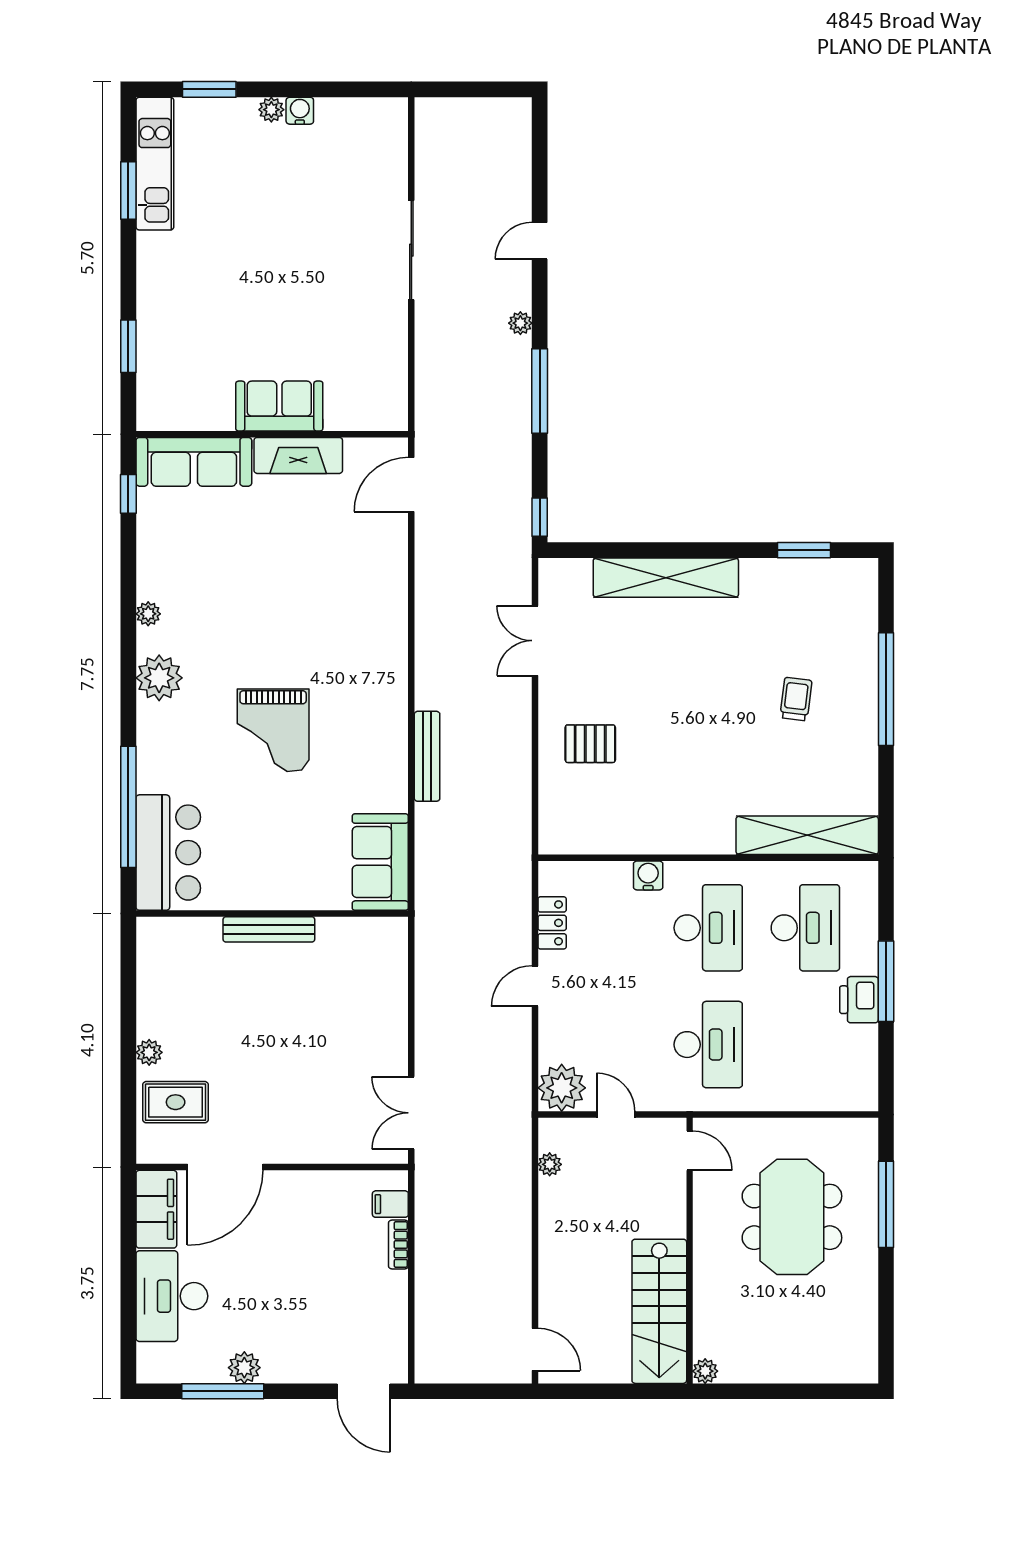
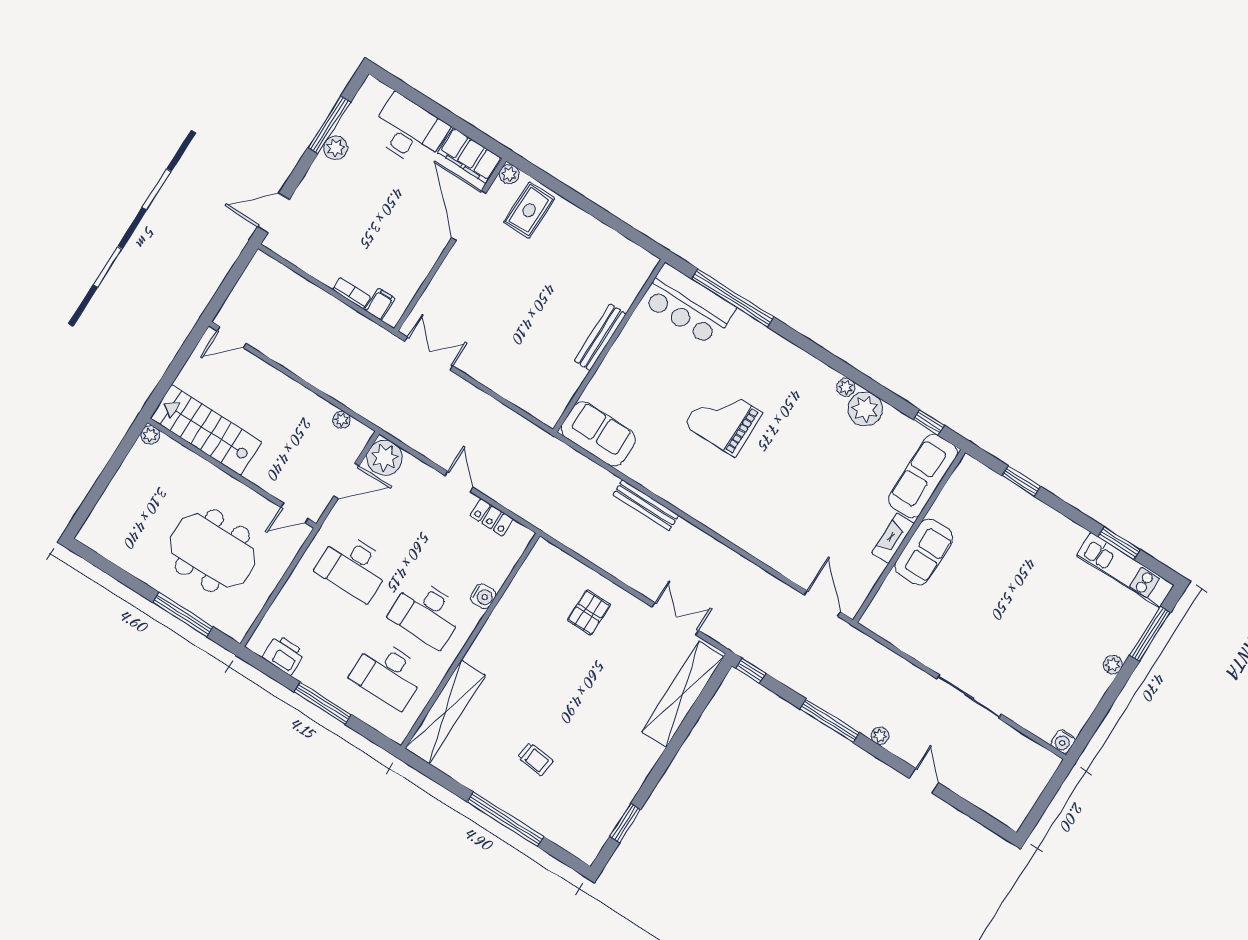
window: (209, 89) -> (1150, 634), width x1.44
water cooler: (300, 111) -> (1063, 741), moved, turned 90
fireplace: (298, 455) -> (893, 538), width x0.73, depth x0.76
shelving: (666, 578) -> (683, 694), moved
plant: (159, 678) -> (865, 409), moved
printer: (859, 1000) -> (284, 655), moved
plant: (149, 1052) -> (509, 174), moved
door: (616, 1114) -> (346, 481), width x1.38

